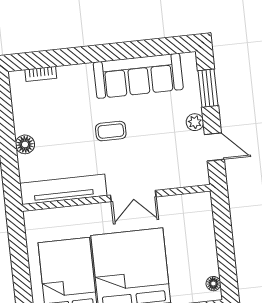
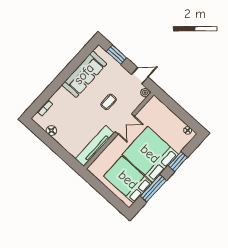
plant: (195, 122) -> (145, 93), moved
coffee table: (111, 131) -> (109, 102), moved
floor lamp: (25, 144) -> (51, 130), moved

